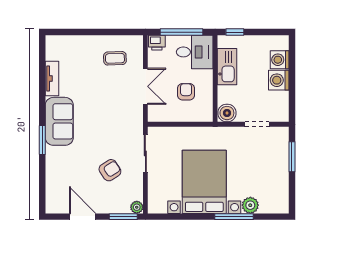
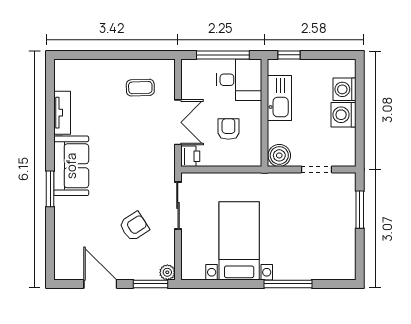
printer: (157, 43) -> (190, 156), moved, turned -90
bed with nightstands: (204, 182) -> (239, 241), width x0.73
plant: (250, 205) -> (308, 270), removed

